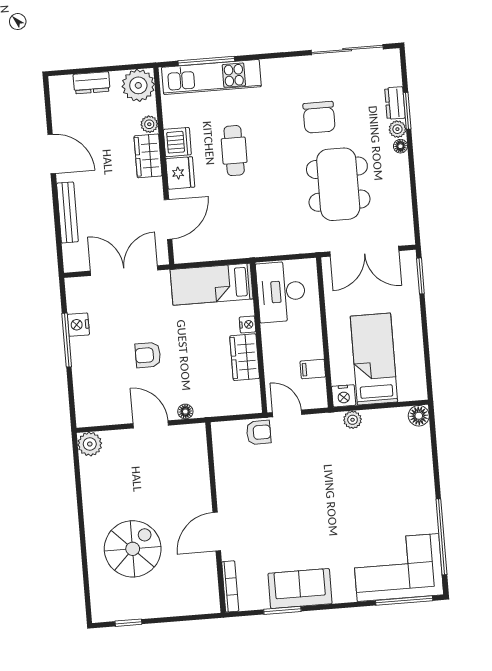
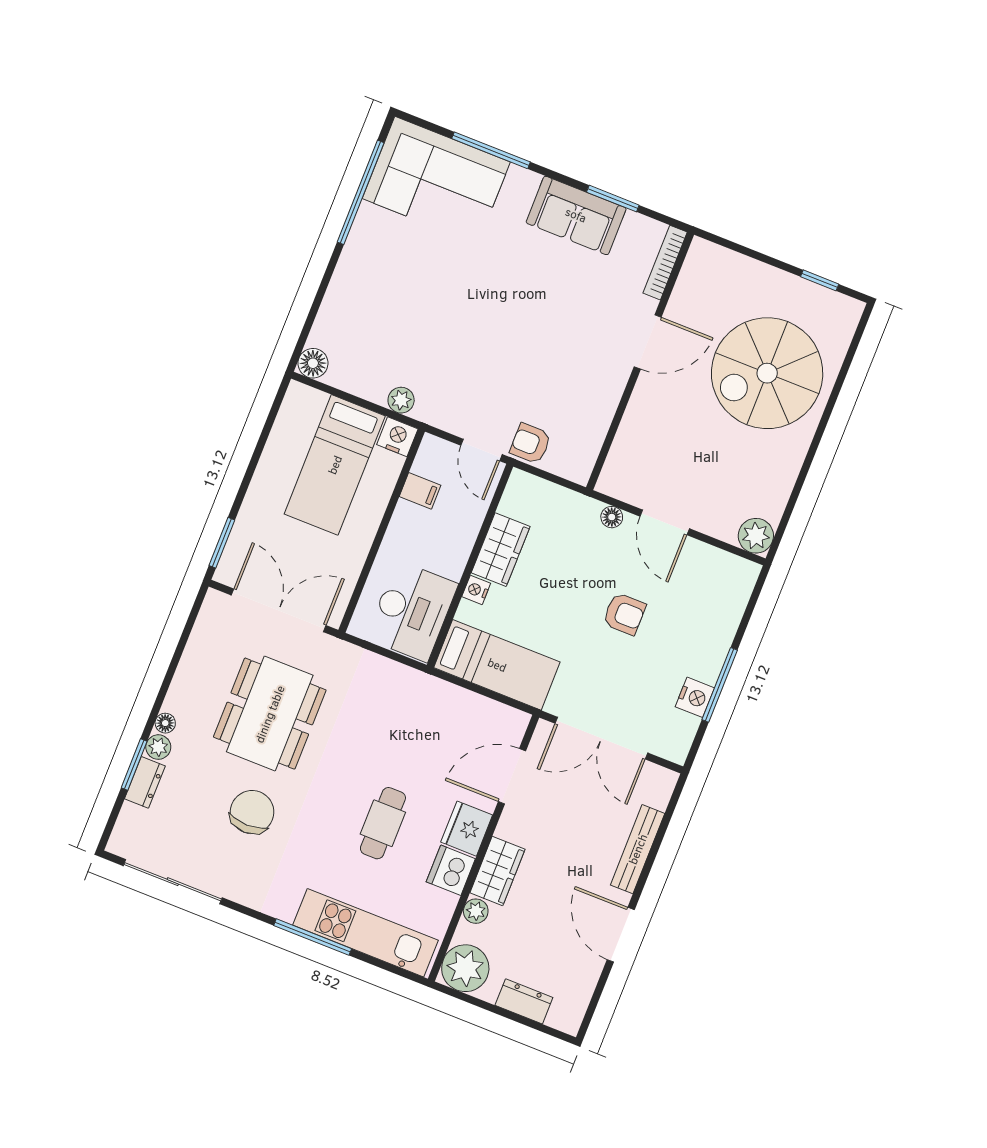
window: (206, 61) -> (313, 937), moved
spiral stairs: (133, 549) -> (767, 373), width x1.37, depth x1.37
window: (404, 601) -> (491, 150), moved

